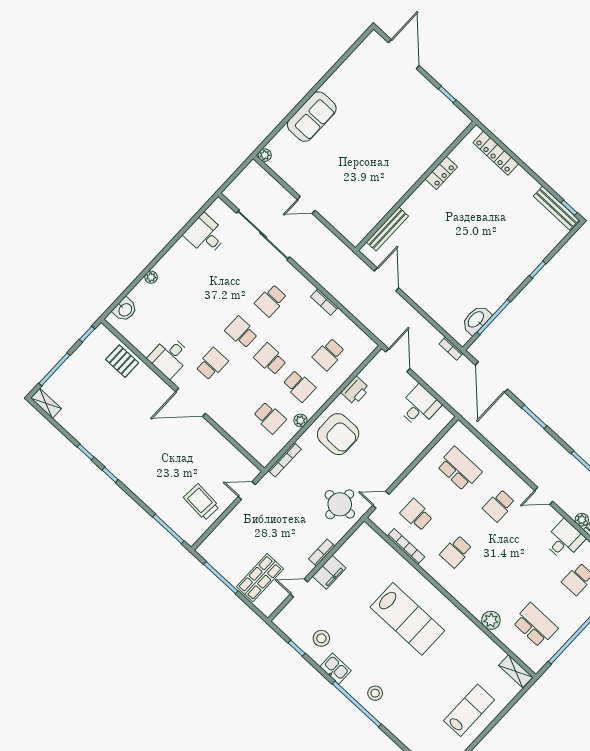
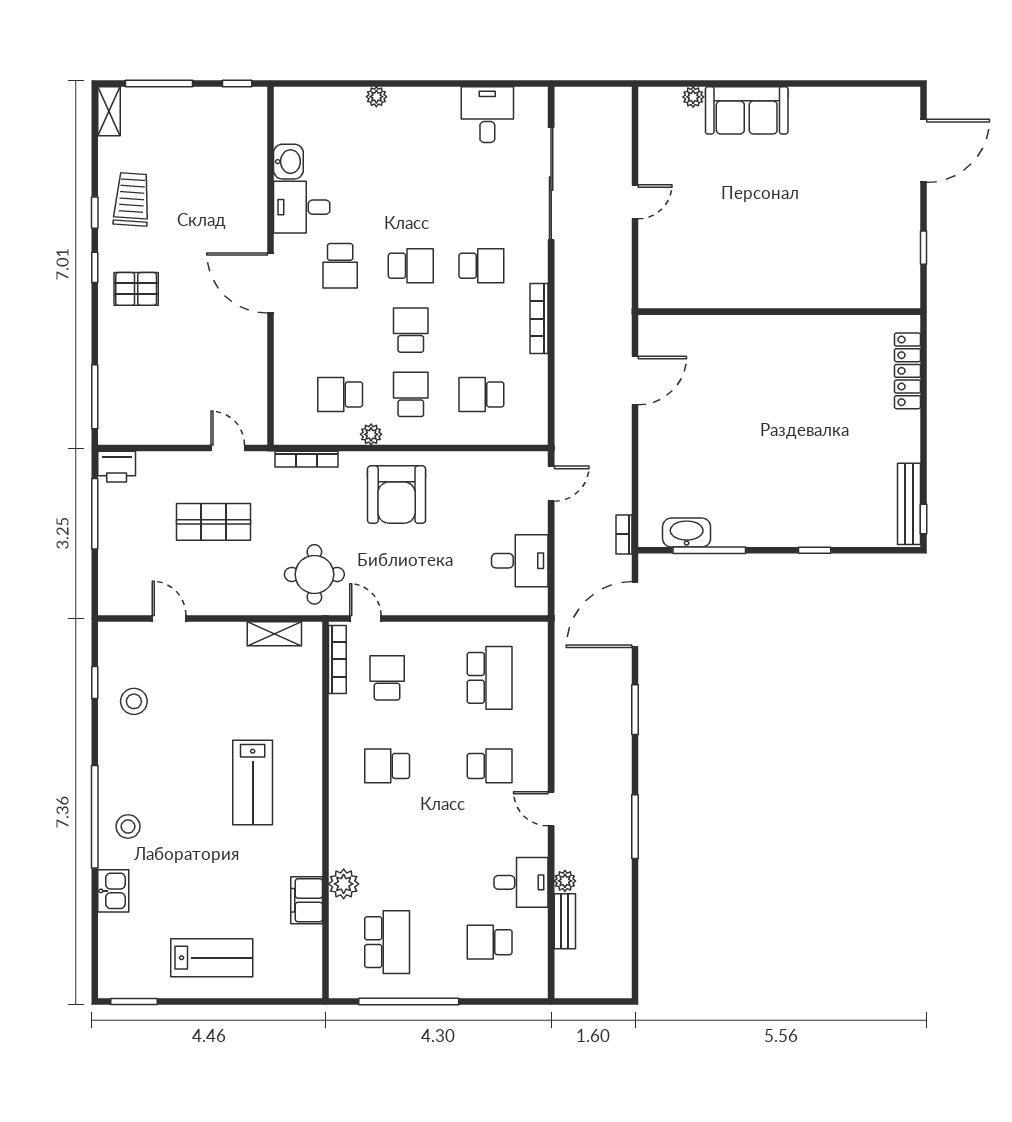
plant: (265, 155) -> (693, 97), moved
locker: (441, 173) -> (823, 328), removed
door: (306, 205) -> (635, 202), swing flipped
bench: (387, 229) -> (696, 326), removed
school desk: (271, 301) -> (481, 266), turned 180
bookcase: (324, 302) -> (539, 319), width x1.56
washbasin: (125, 310) -> (288, 162), moved, turned -90
school desk: (241, 332) -> (411, 266), turned 90
door: (398, 360) -> (551, 484), width x0.73
pallet: (122, 361) -> (136, 289), moved, turned 90
school desk: (212, 364) -> (340, 266), turned 90
school desk: (299, 386) -> (411, 394), turned 180
printer: (355, 390) -> (117, 467), moved
school desk: (270, 418) -> (340, 394), turned 90
trolley: (201, 502) -> (132, 199), moved
school desk: (499, 506) -> (490, 766), turned 180
bookcase: (406, 547) -> (337, 659), moved
bookcase: (322, 553) -> (237, 606), removed
filing cabinet: (329, 572) -> (307, 900), moved, turned 90
shop shelf: (260, 578) -> (214, 522), moved
lab bench: (407, 619) -> (253, 783), width x0.73, depth x0.72
kitchen sink: (335, 669) -> (113, 891), moved
shelving: (516, 671) -> (274, 634), moved, turned 90

